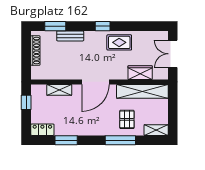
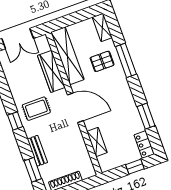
rug: (119, 42) -> (36, 109), moved, turned 90
wardrobe: (140, 73) -> (51, 71), width x1.50
window: (26, 102) -> (135, 167), moved

